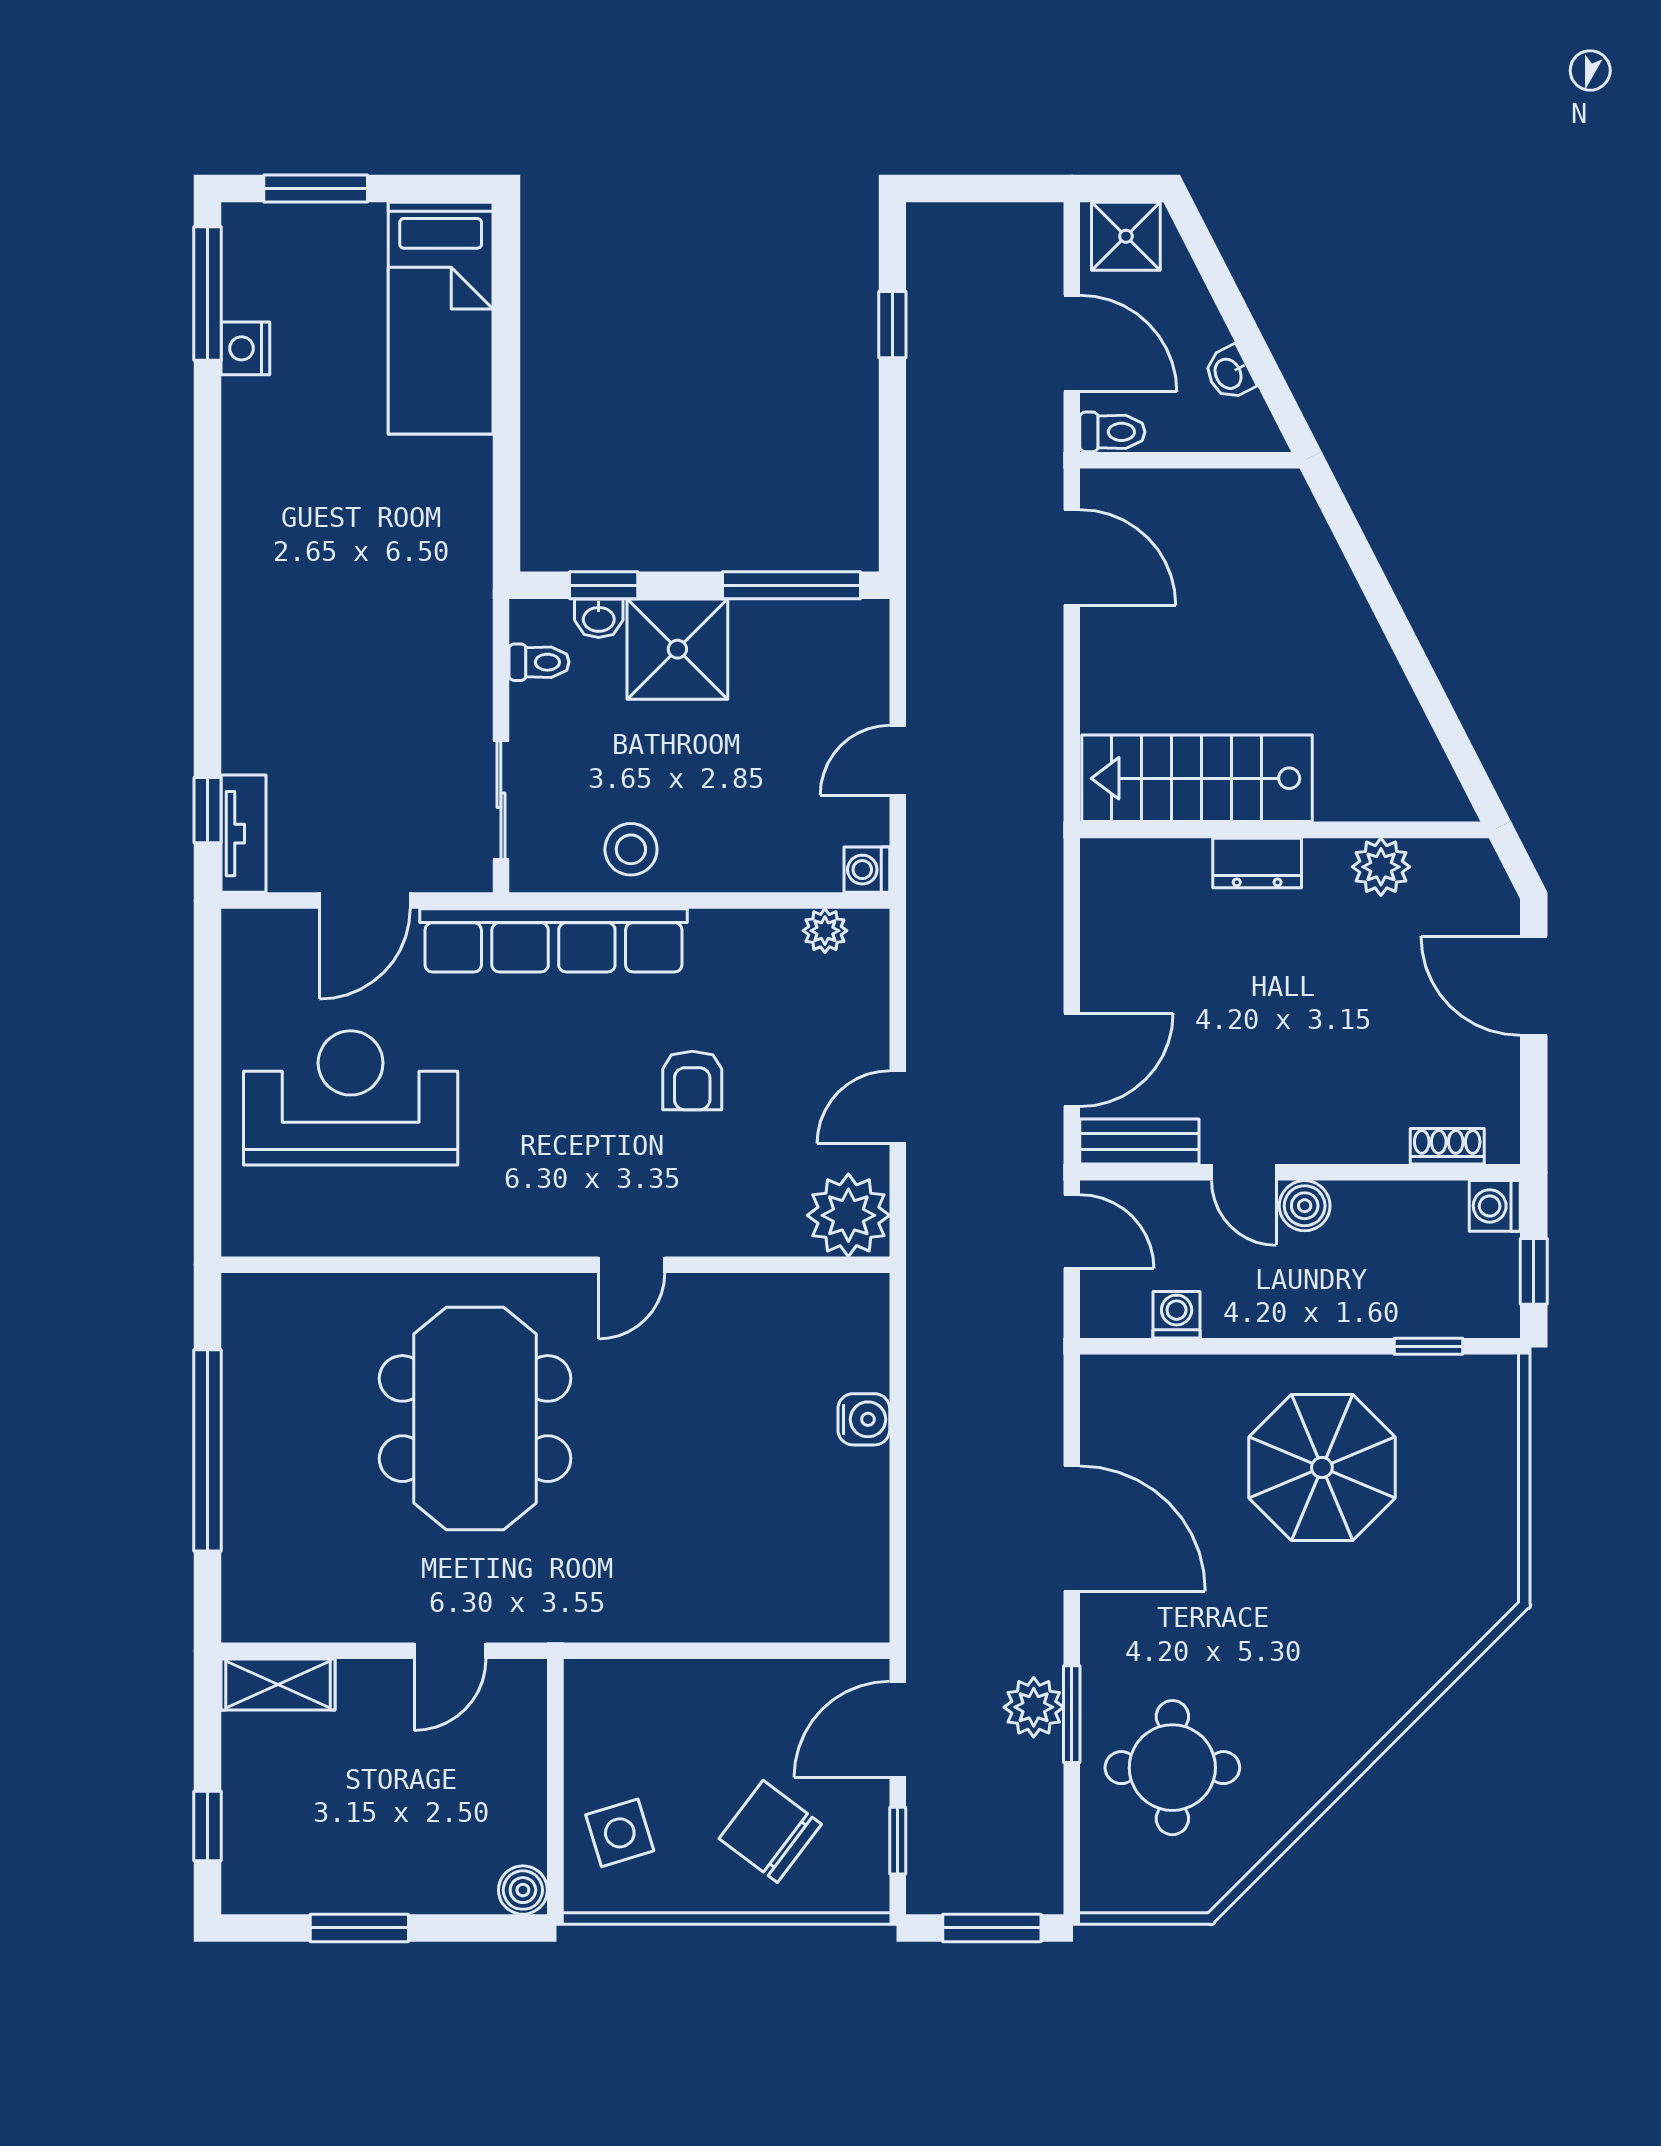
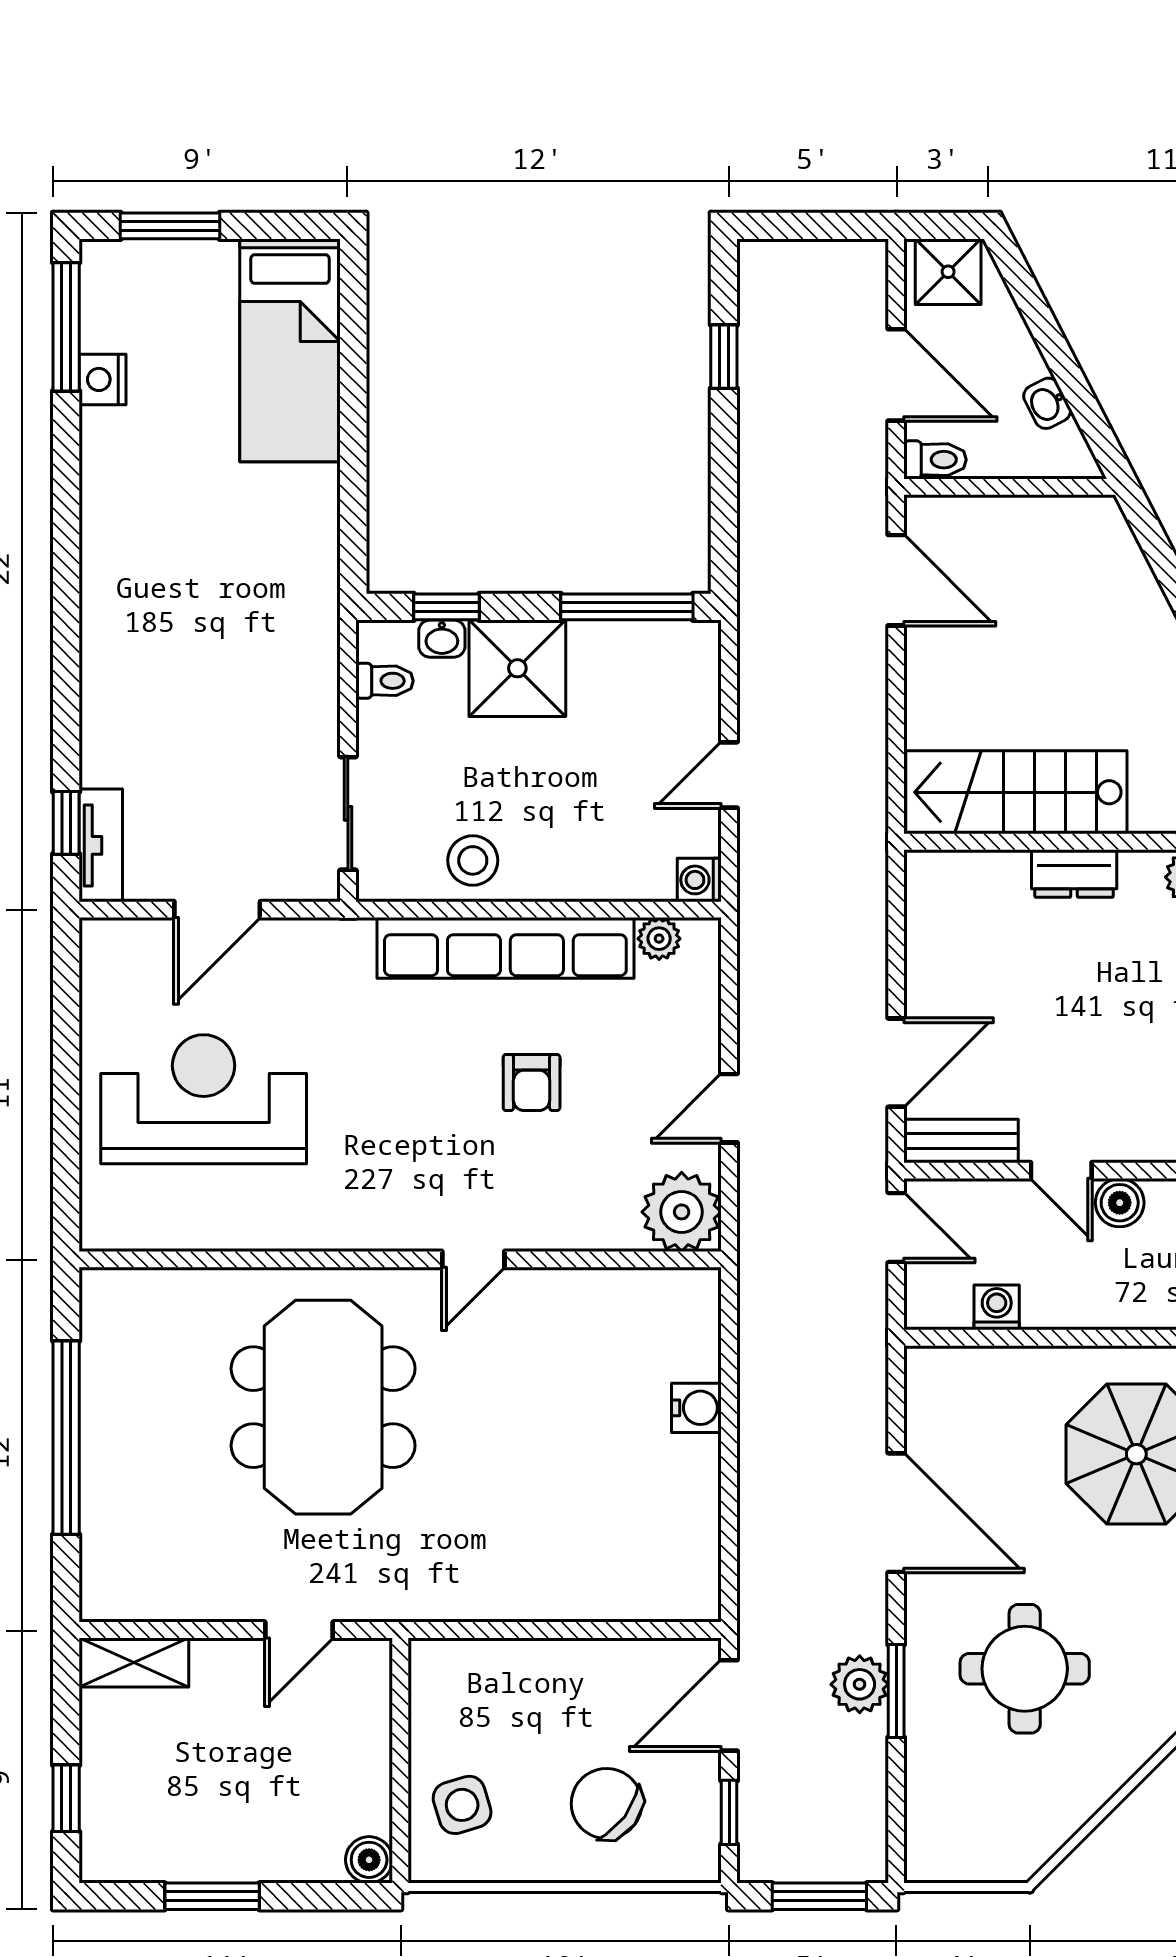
row of seats: (553, 940) -> (505, 948), moved
round table: (1172, 1768) -> (1025, 1669), moved

